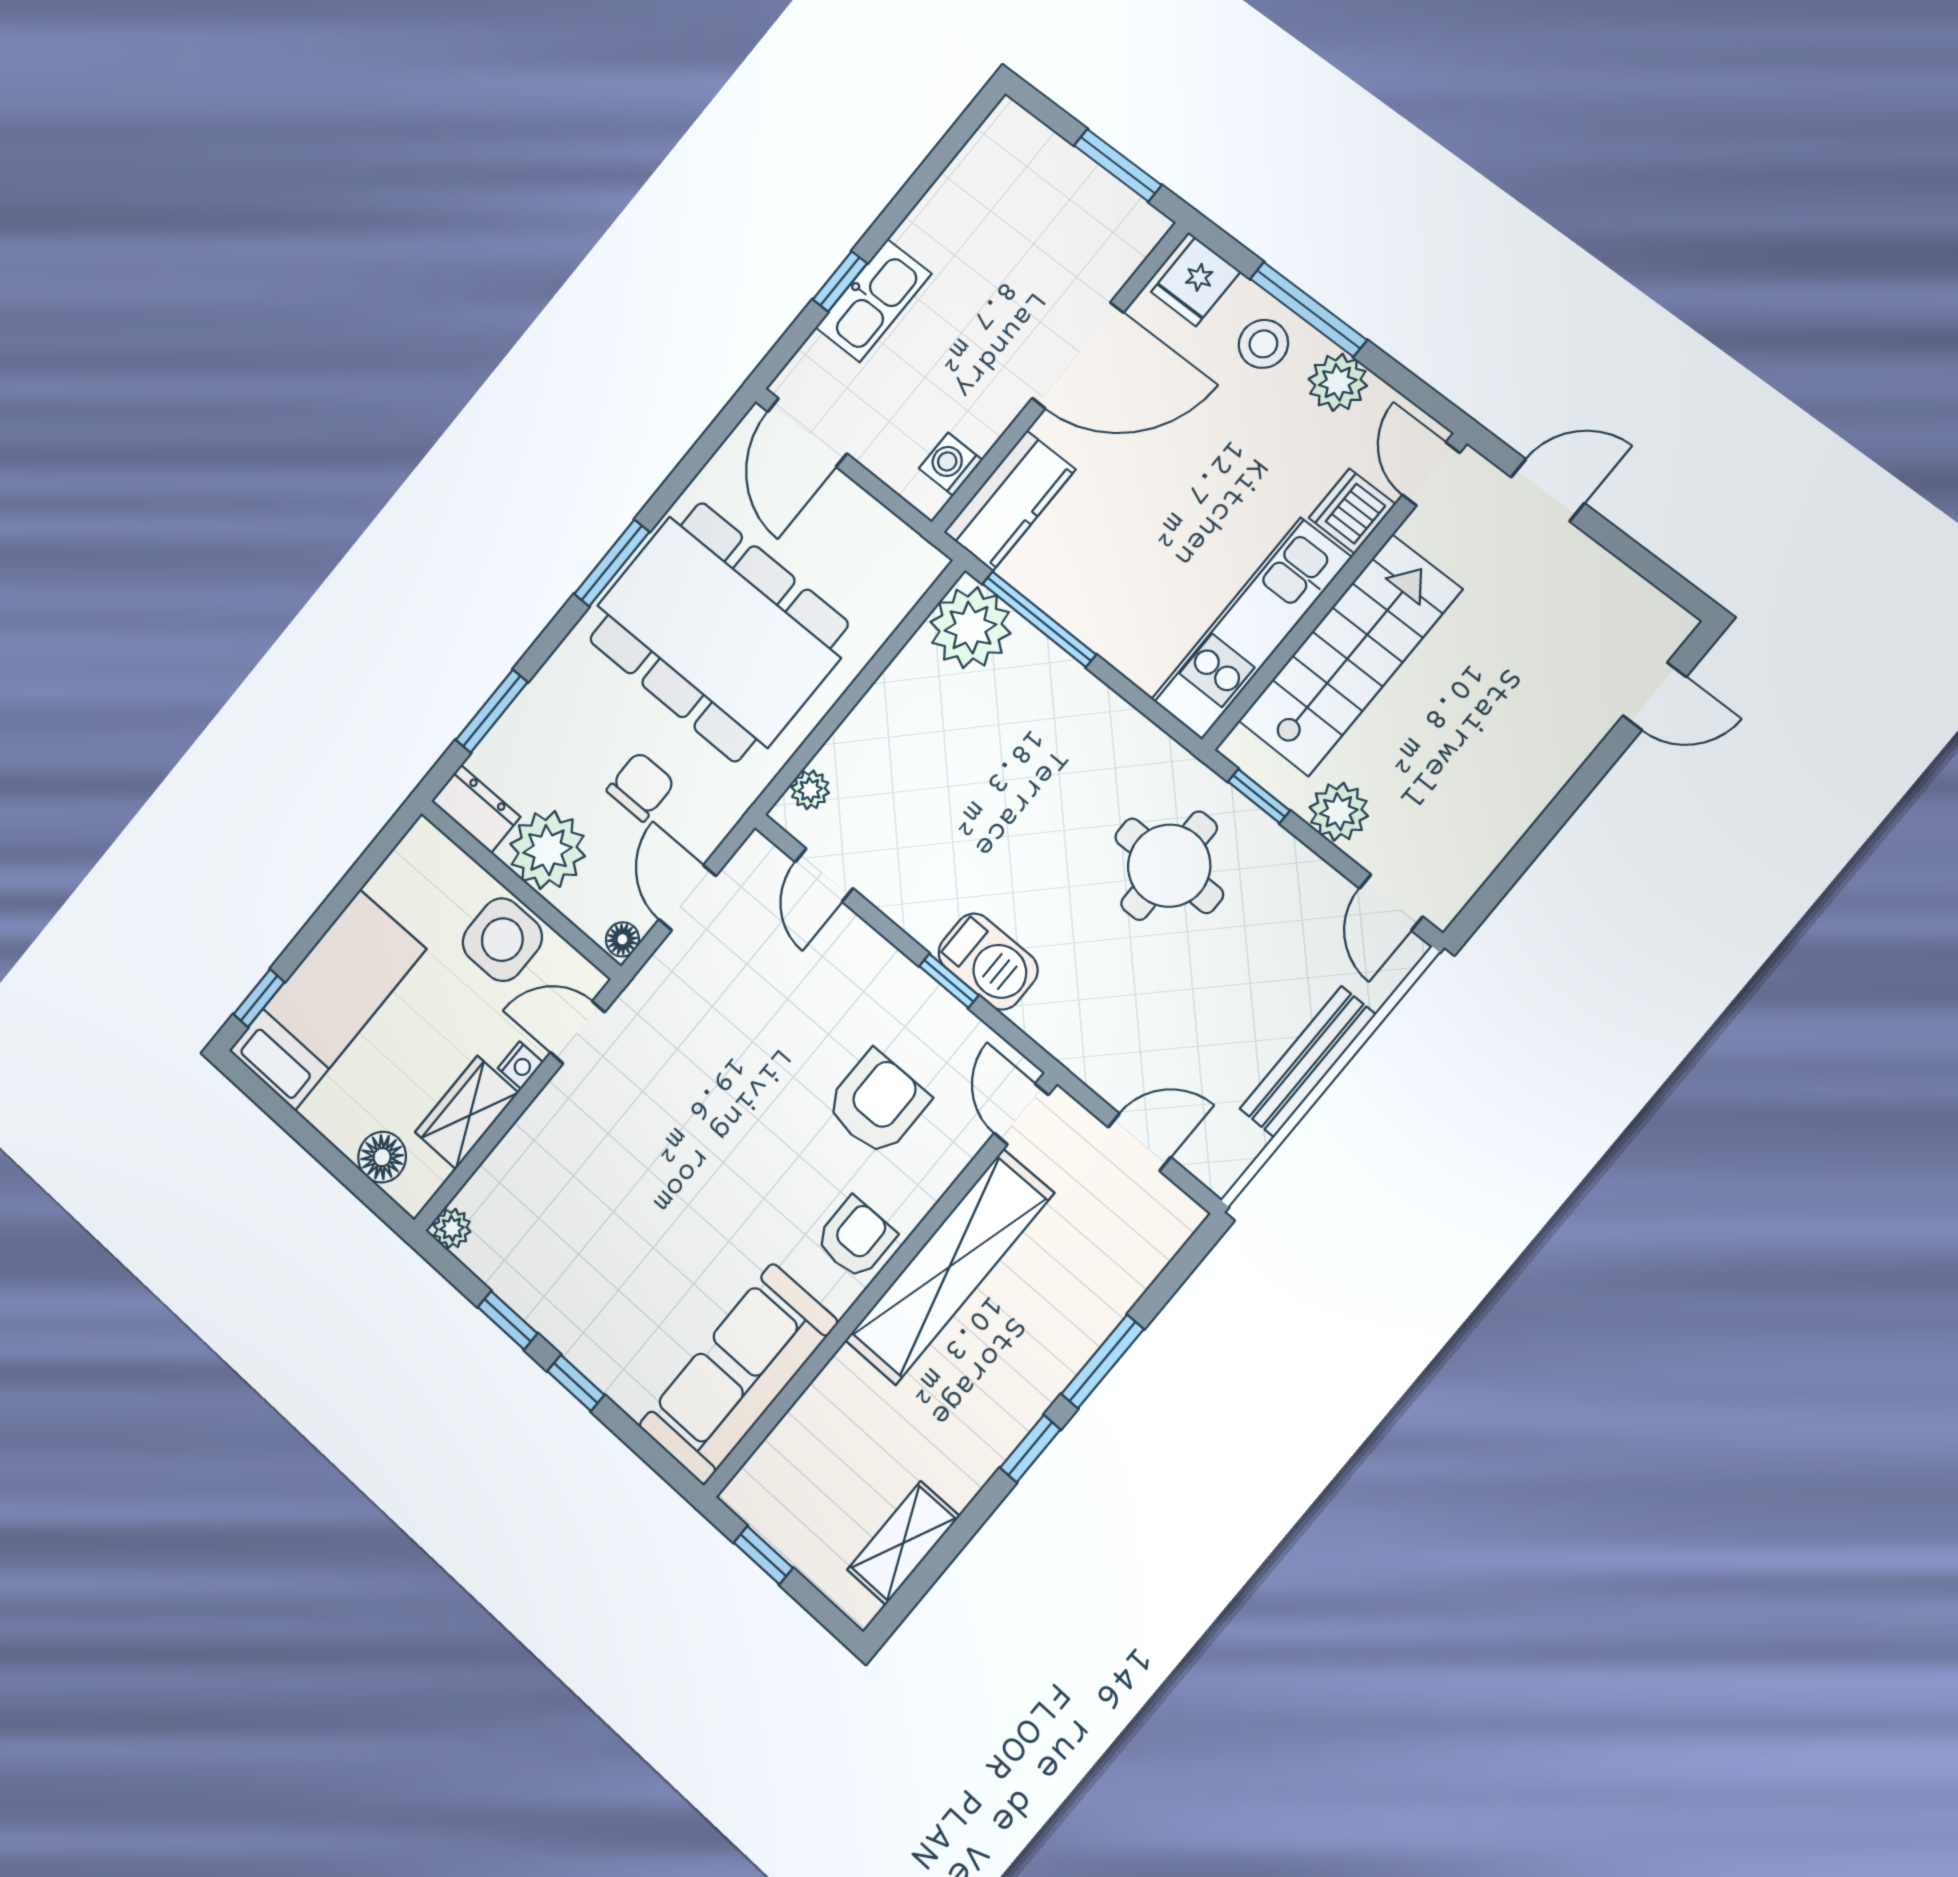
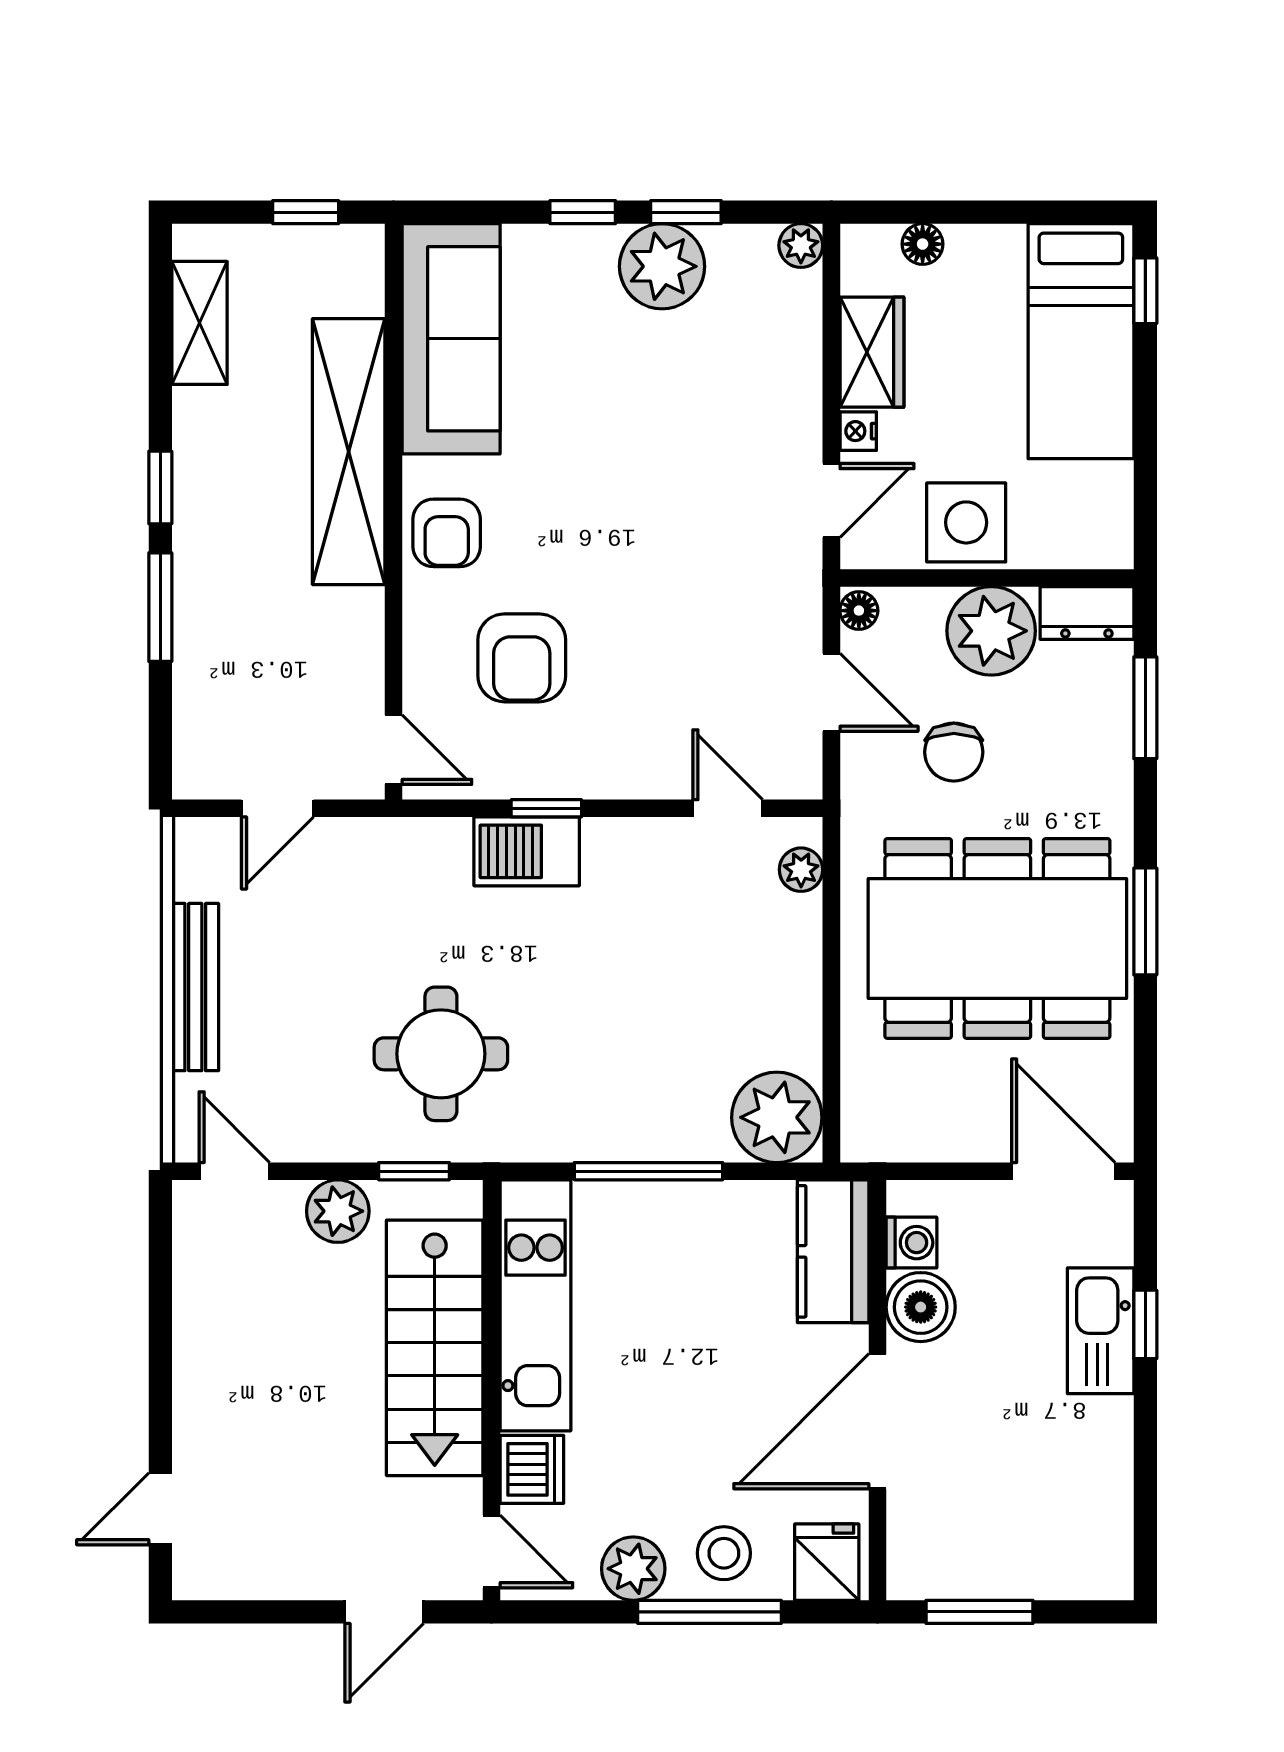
boiler: (982, 413) -> (921, 1307), added
window: (1039, 619) -> (648, 1171), moved
floor lamp: (382, 1157) -> (923, 244), width x0.73, depth x0.73
shelving: (949, 1267) -> (349, 452), moved
plant: (555, 1297) -> (662, 266), added

